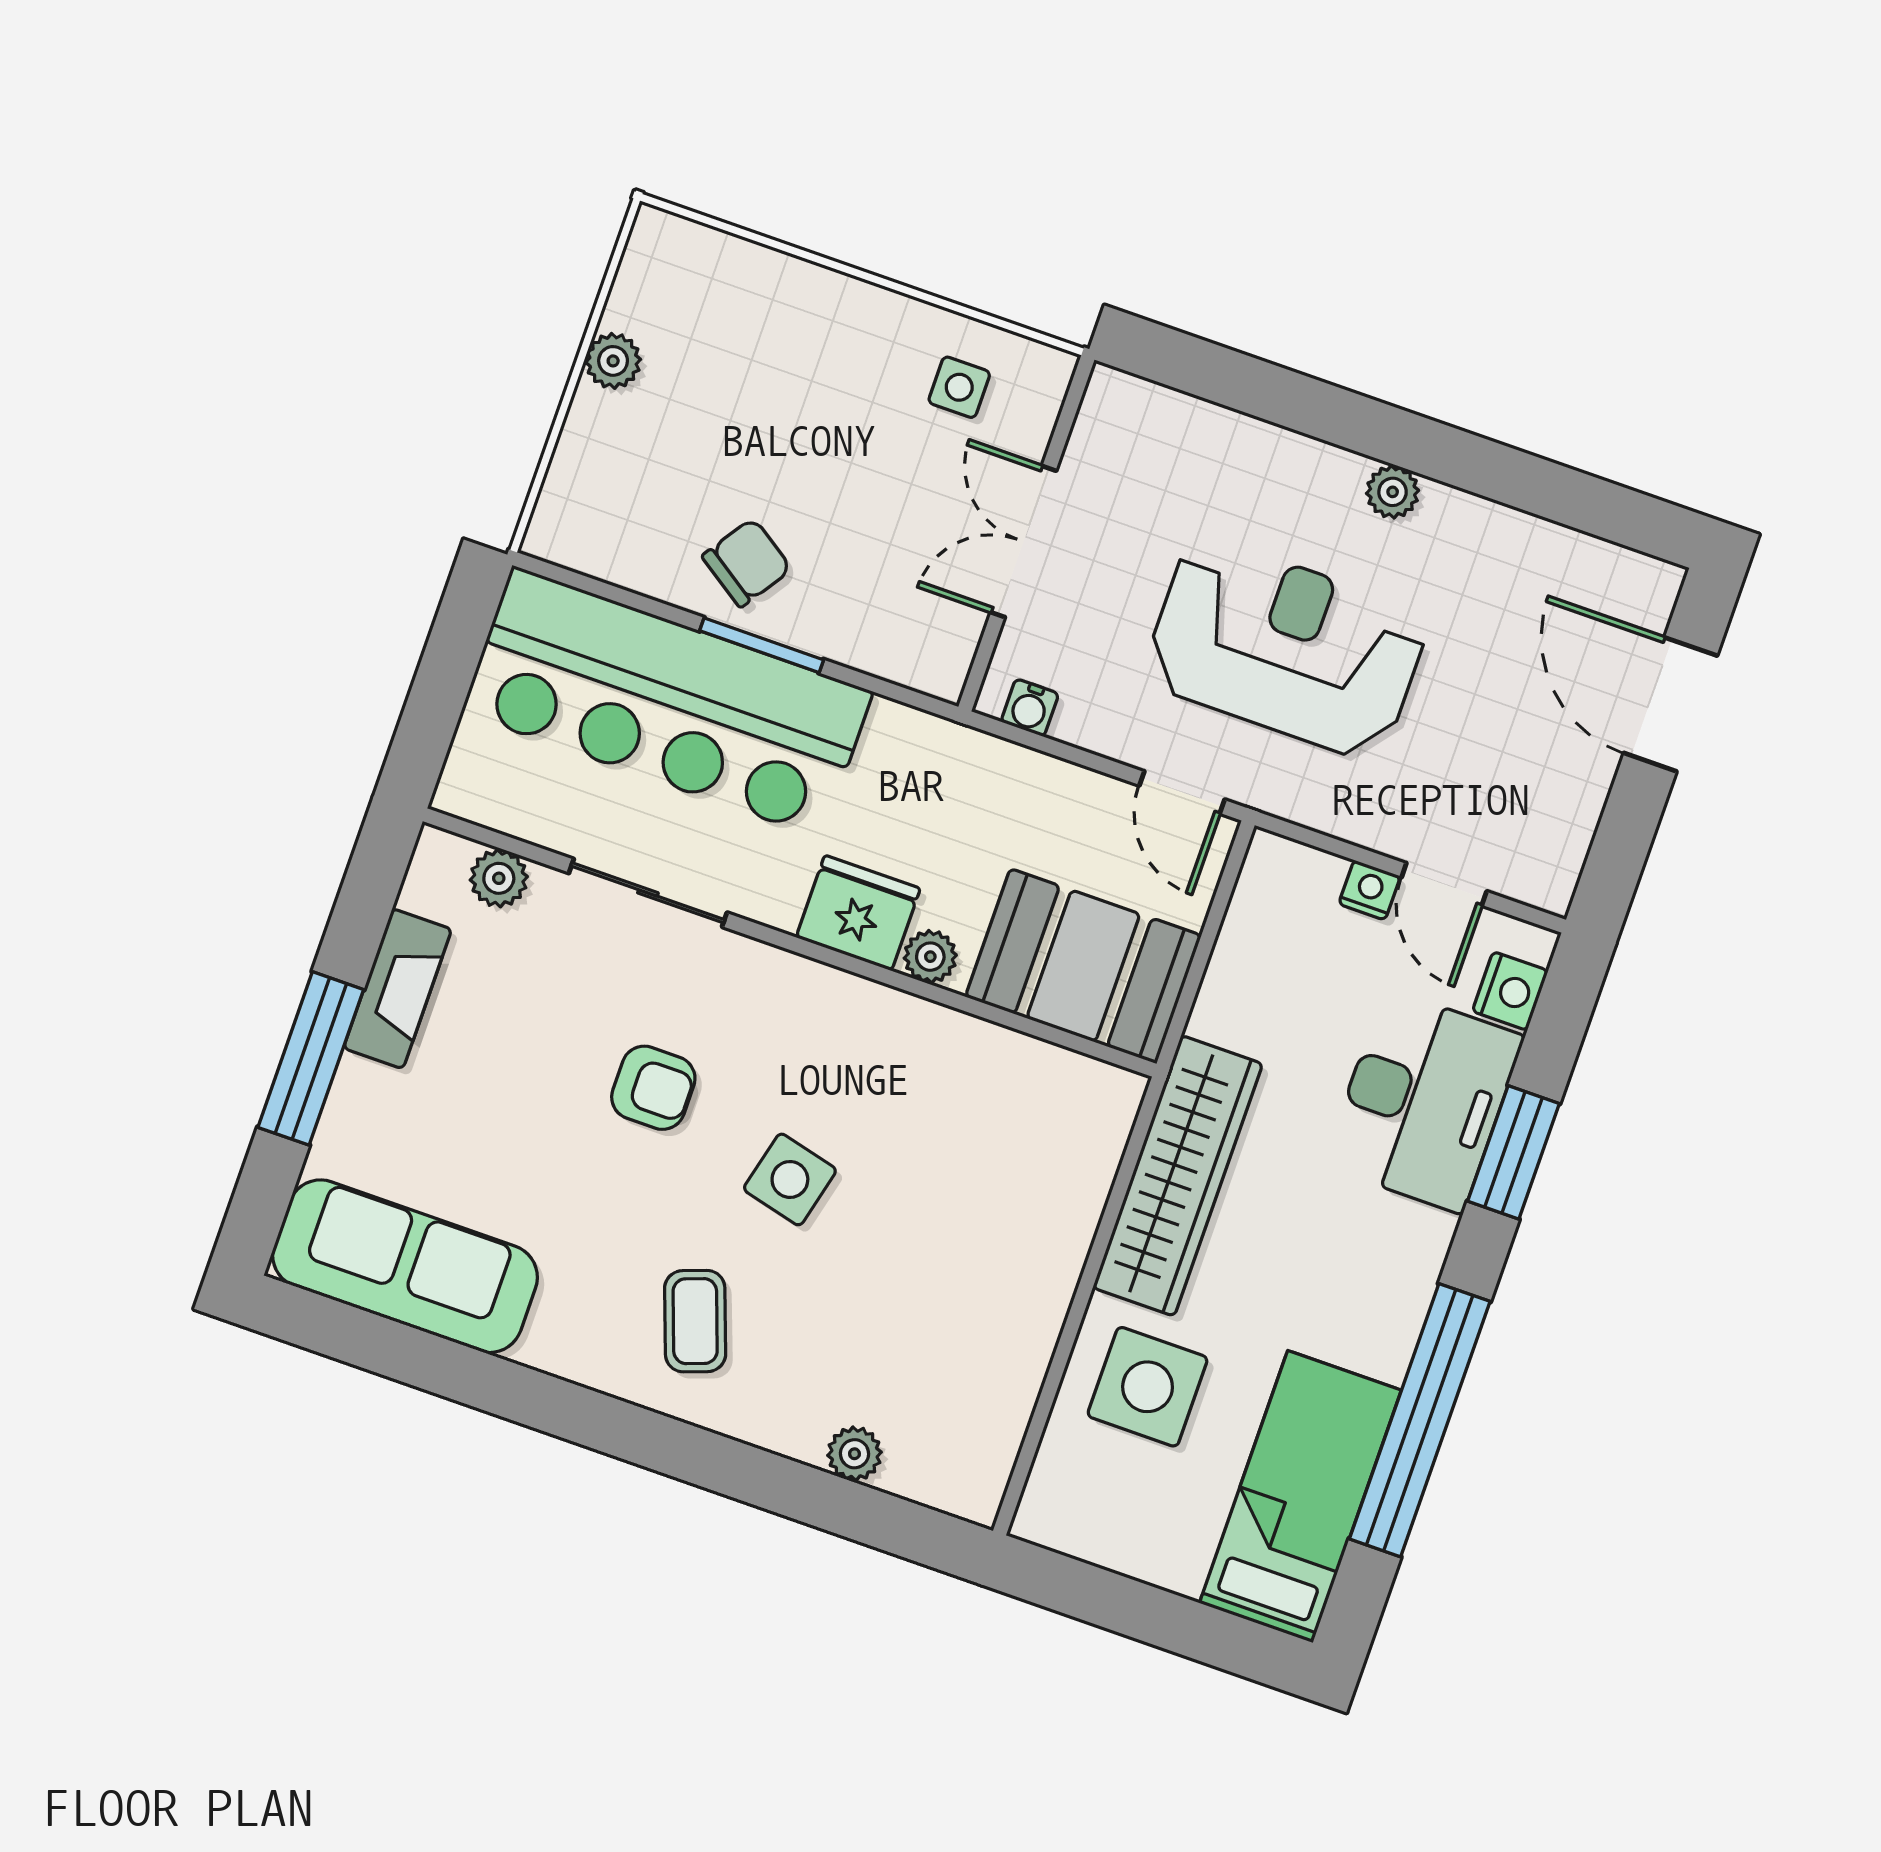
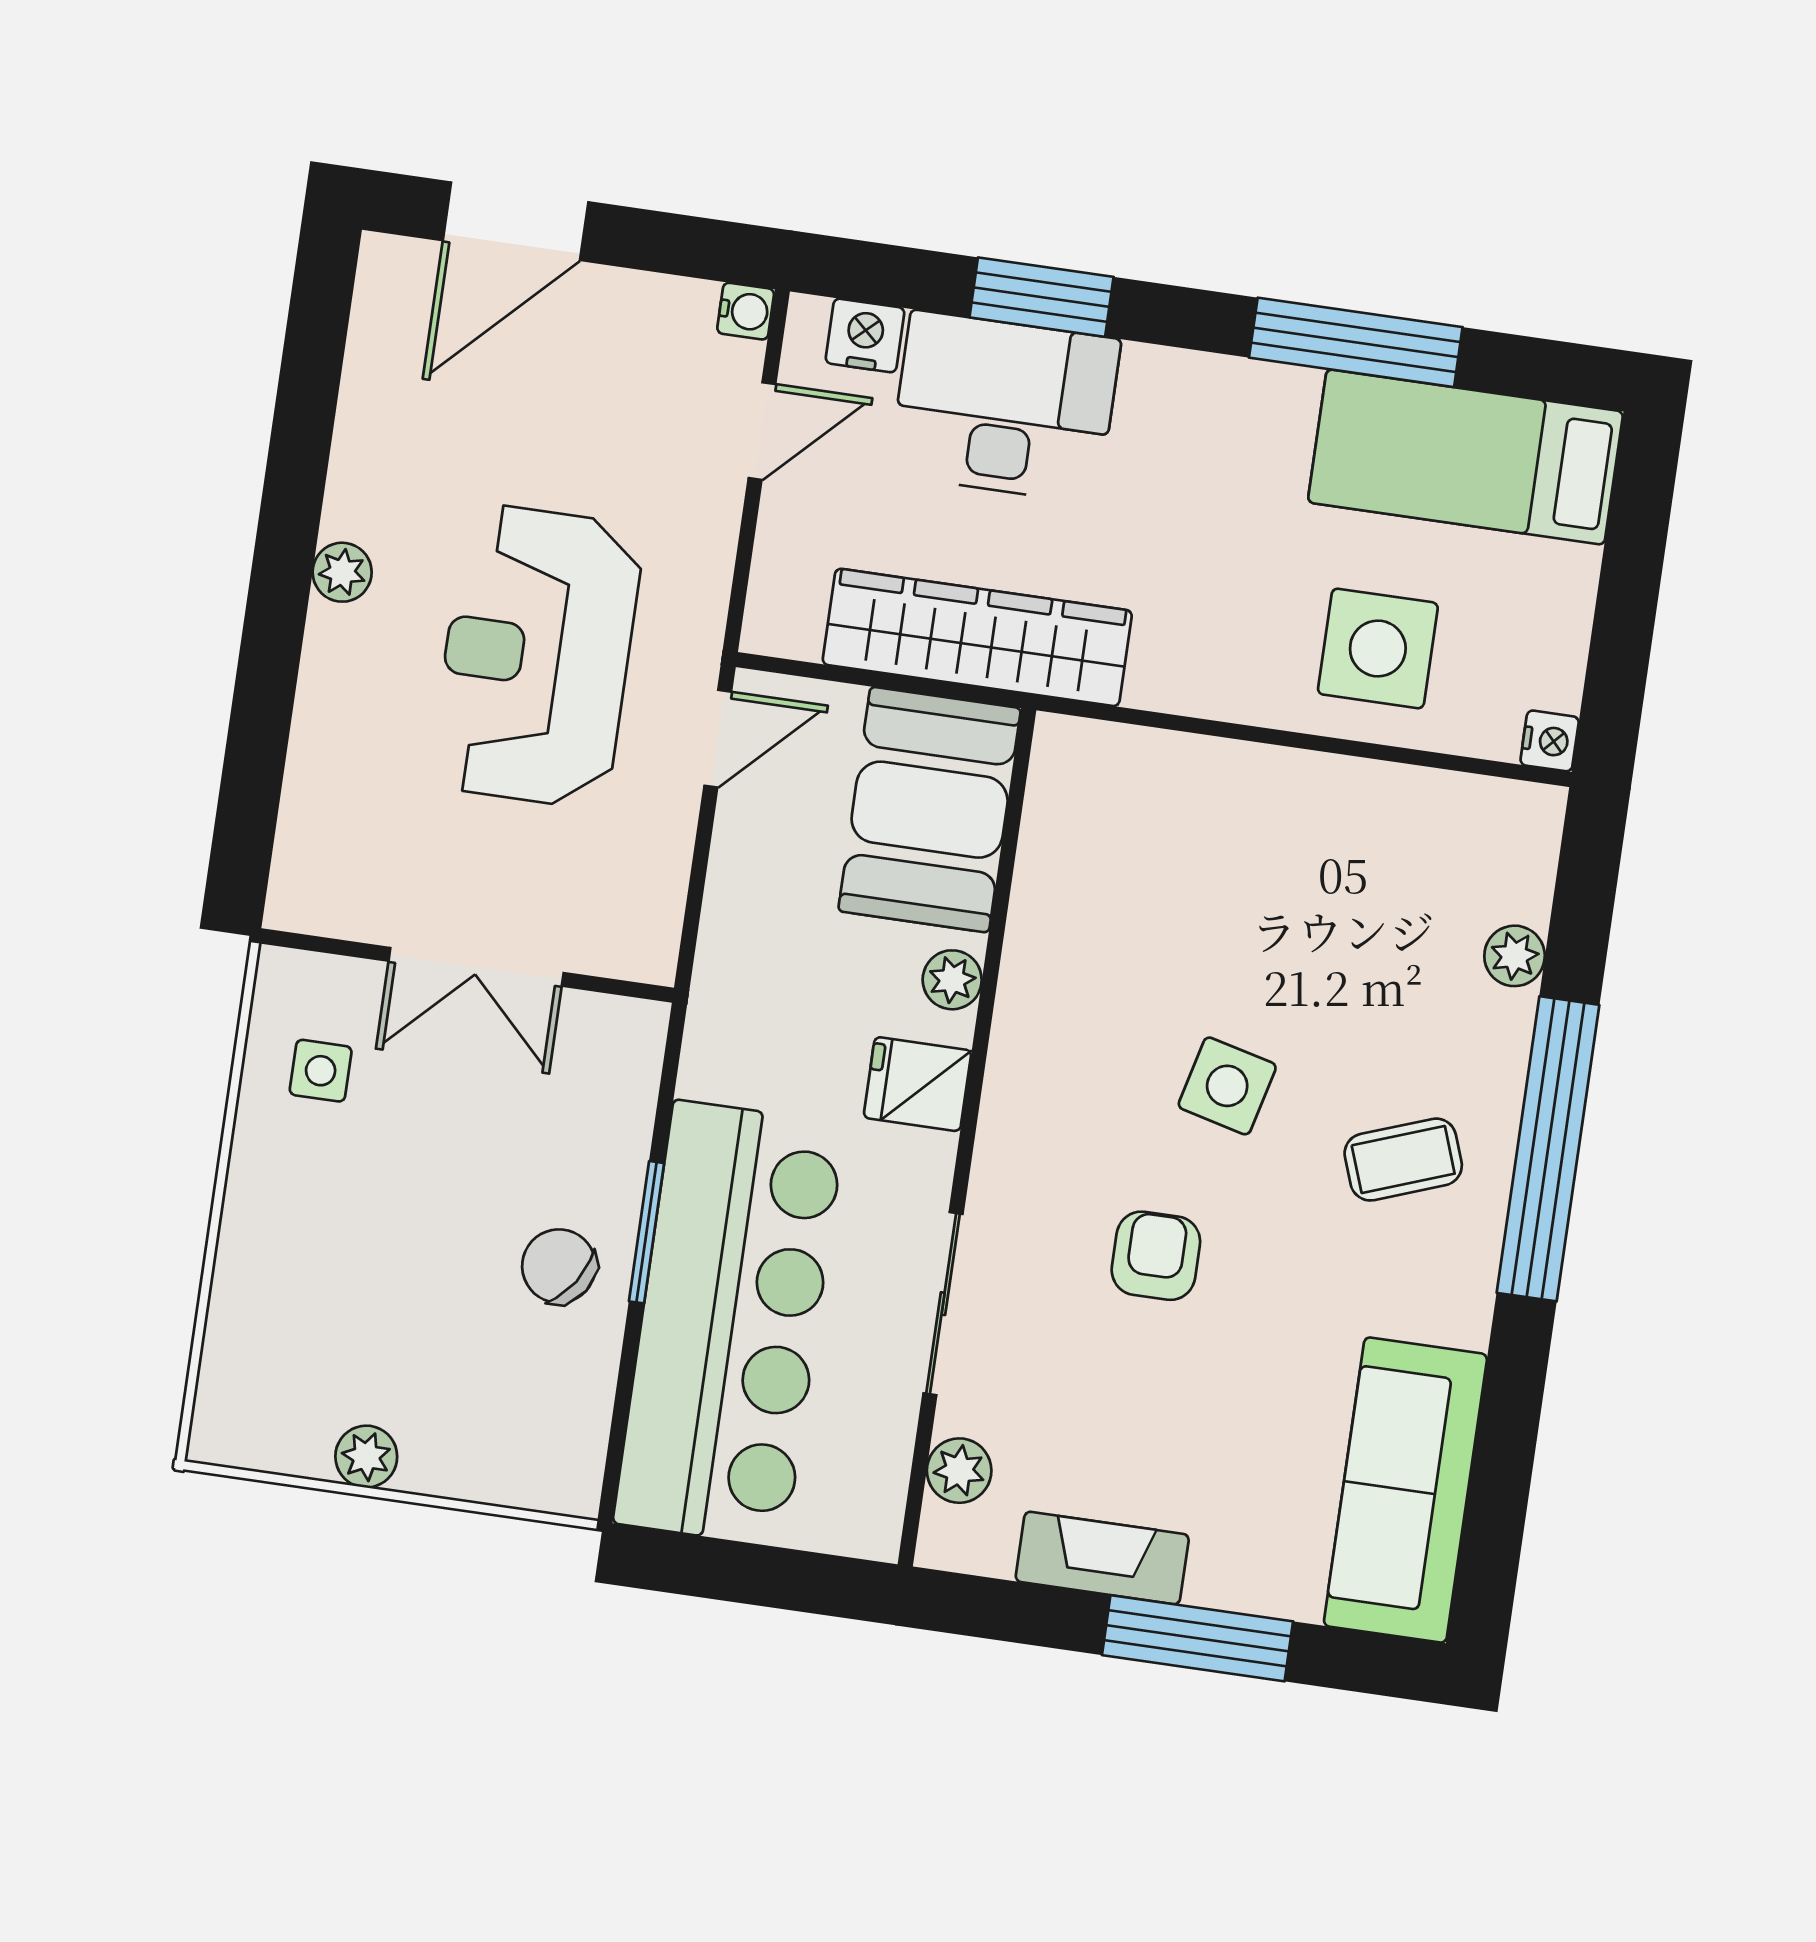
water cooler: (1030, 708) -> (746, 311), moved
nightstand: (1369, 890) -> (1550, 741), moved, turned 180
fridge: (858, 913) -> (918, 1084), width x0.72
wardrobe: (1178, 1176) -> (977, 637), moved
window: (1420, 1420) -> (1356, 342), width x0.68
window: (680, 1450) -> (1548, 1149), added

